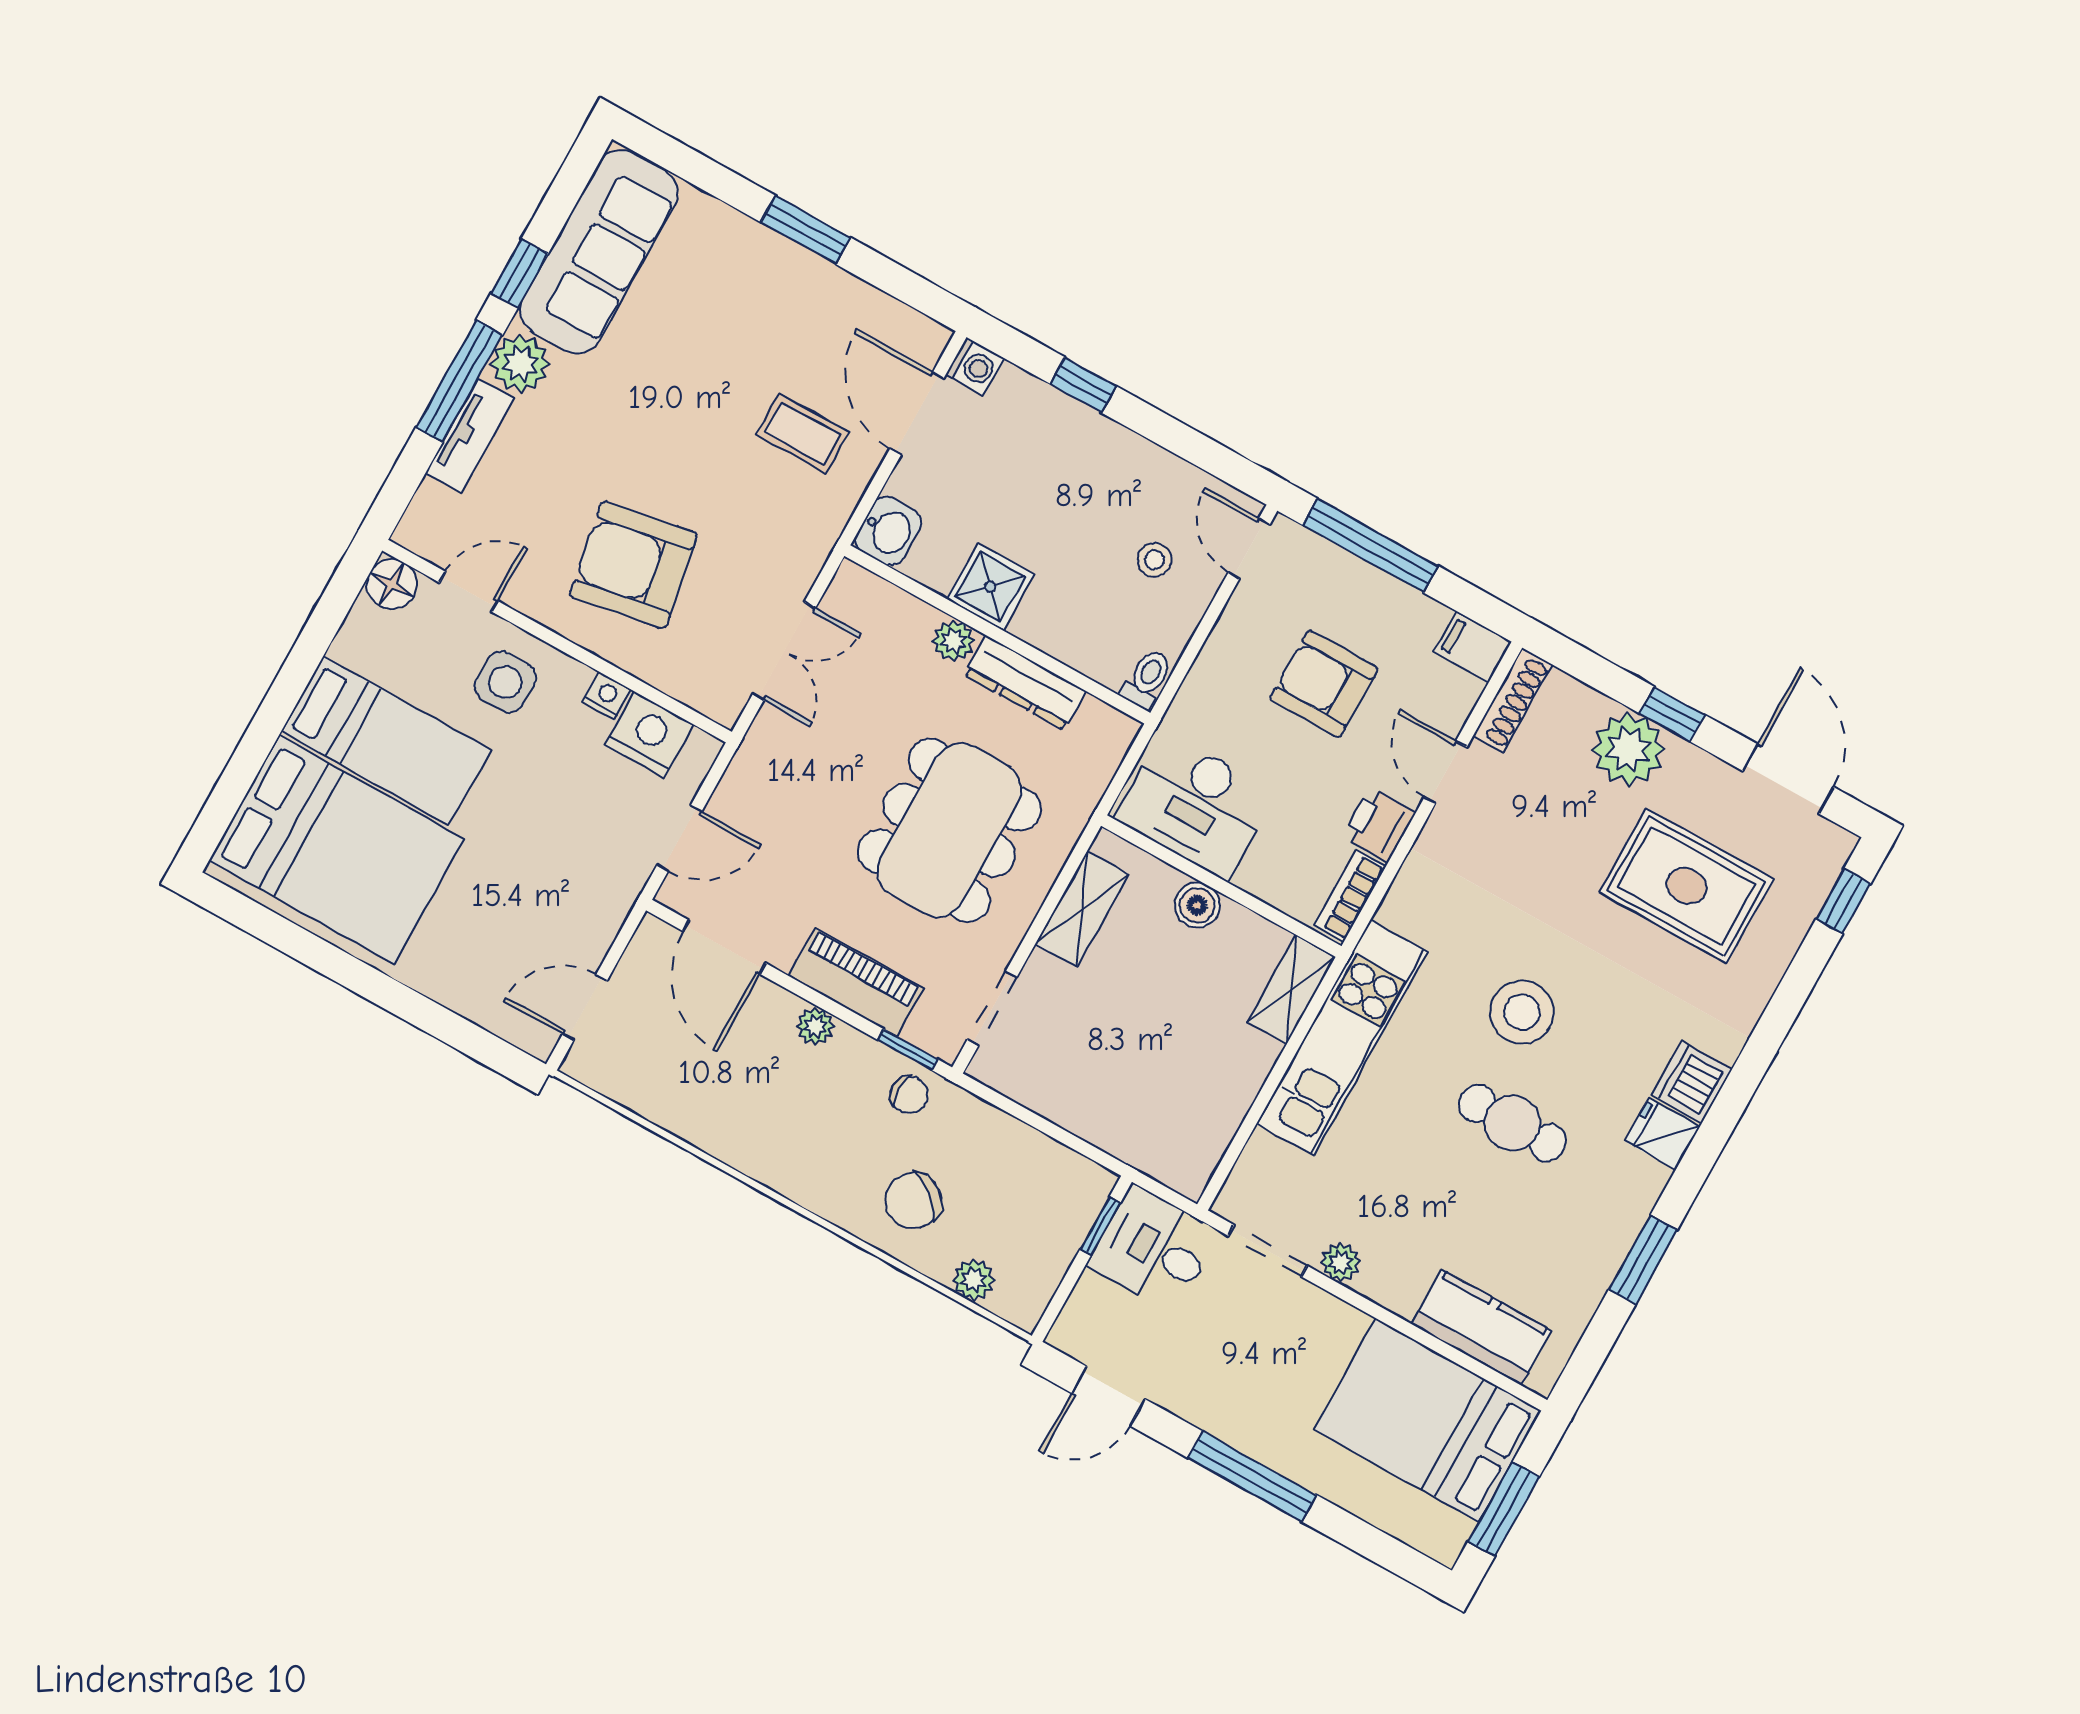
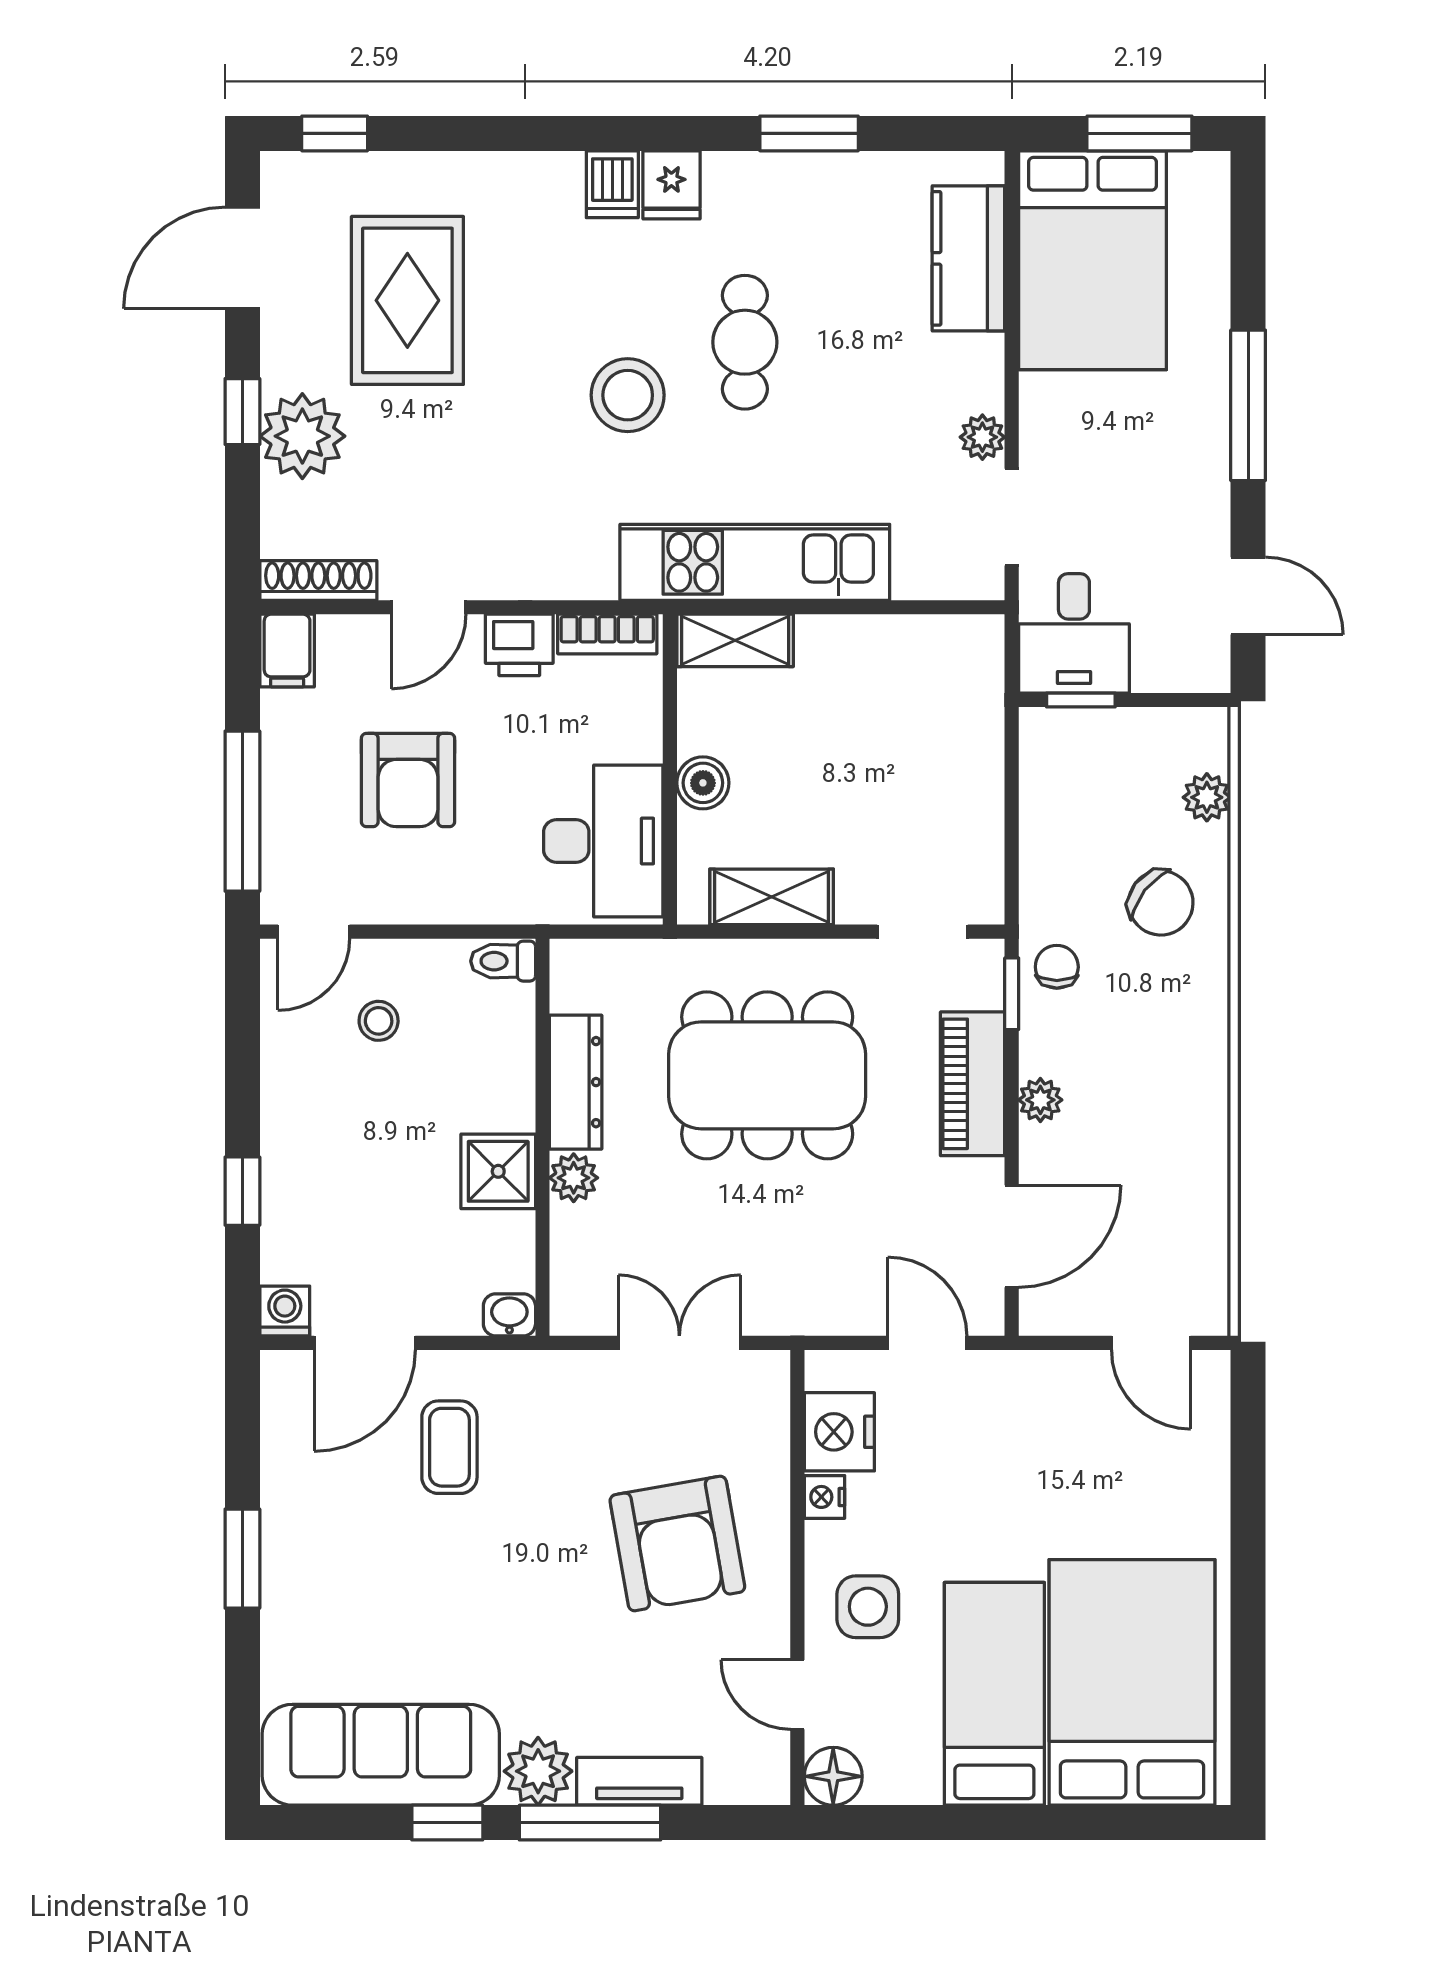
washbasin: (888, 531) -> (509, 1315), width x0.72, depth x0.69
dishwasher: (1692, 1082) -> (612, 184), width x0.73

